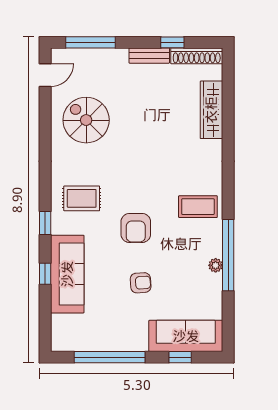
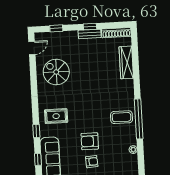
window: (90, 42) -> (56, 28), width x0.46
window: (172, 42) -> (90, 27), moved
armchair: (136, 228) -> (90, 141), moved, turned 90
window: (228, 255) -> (139, 119), moved

